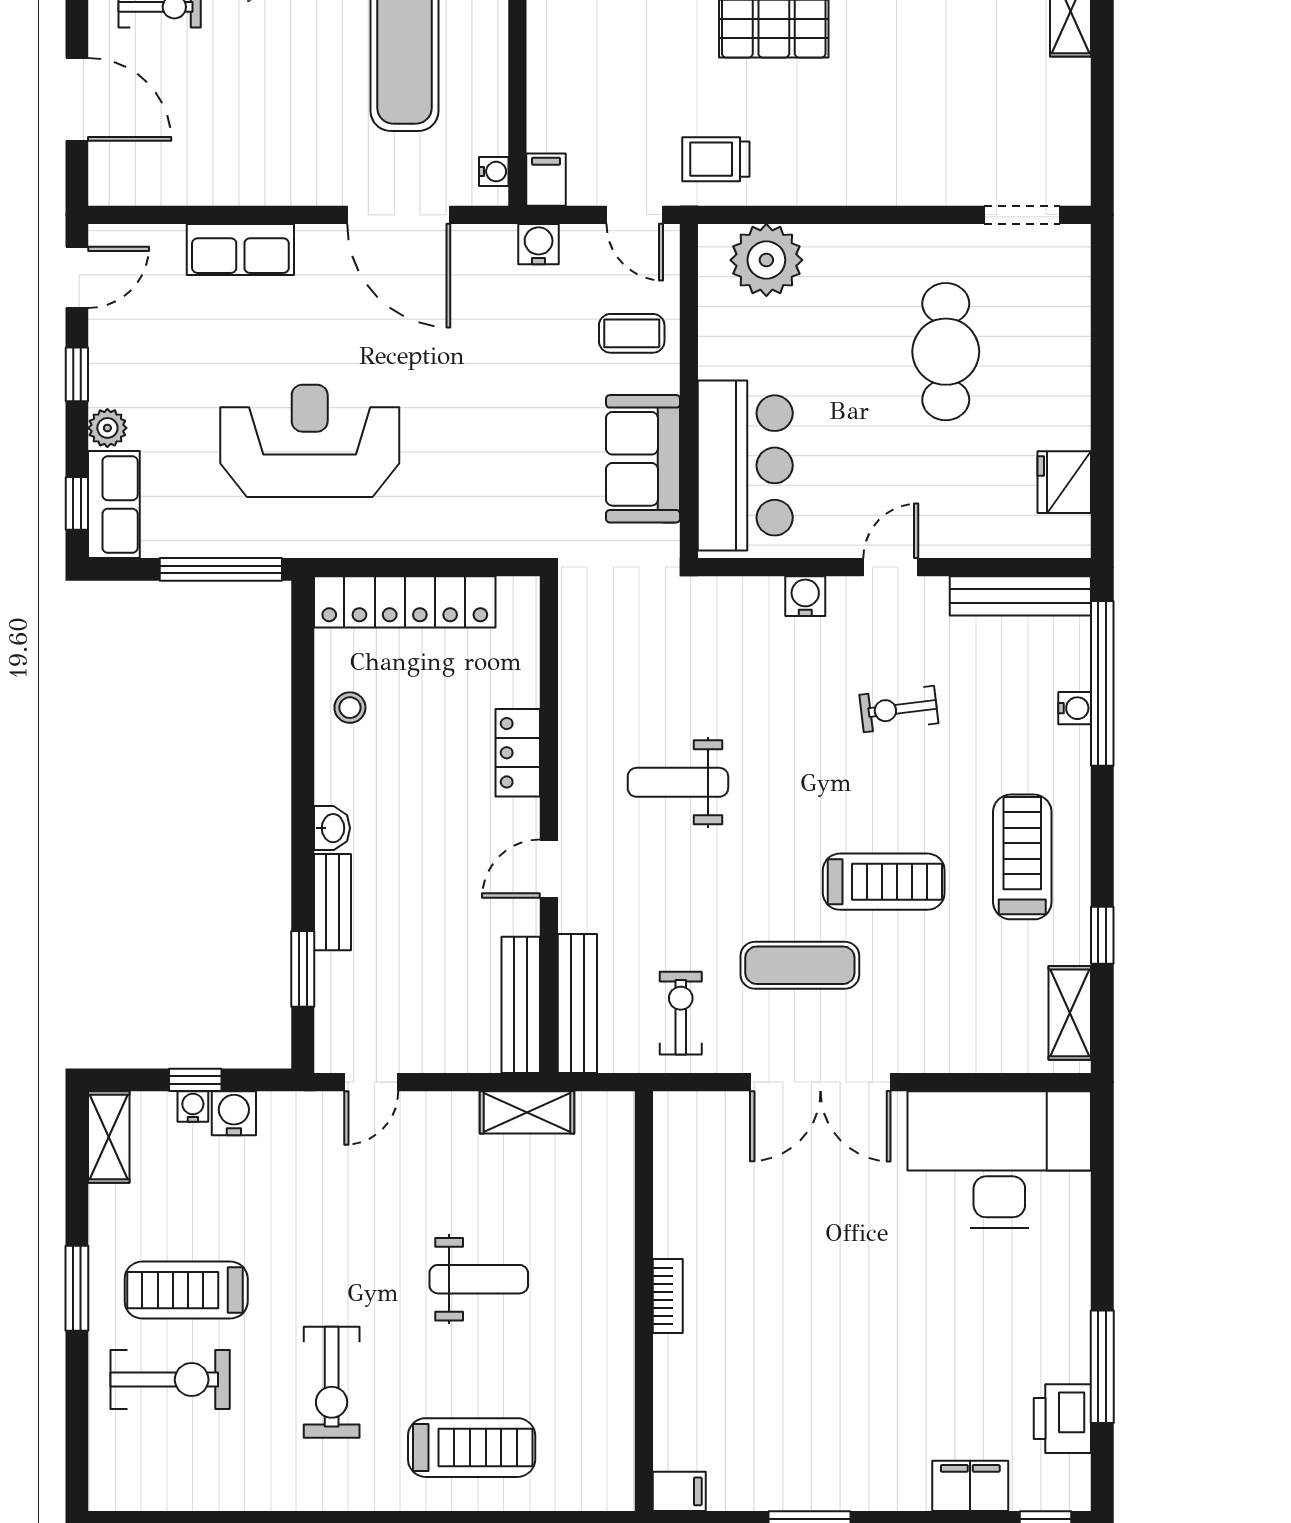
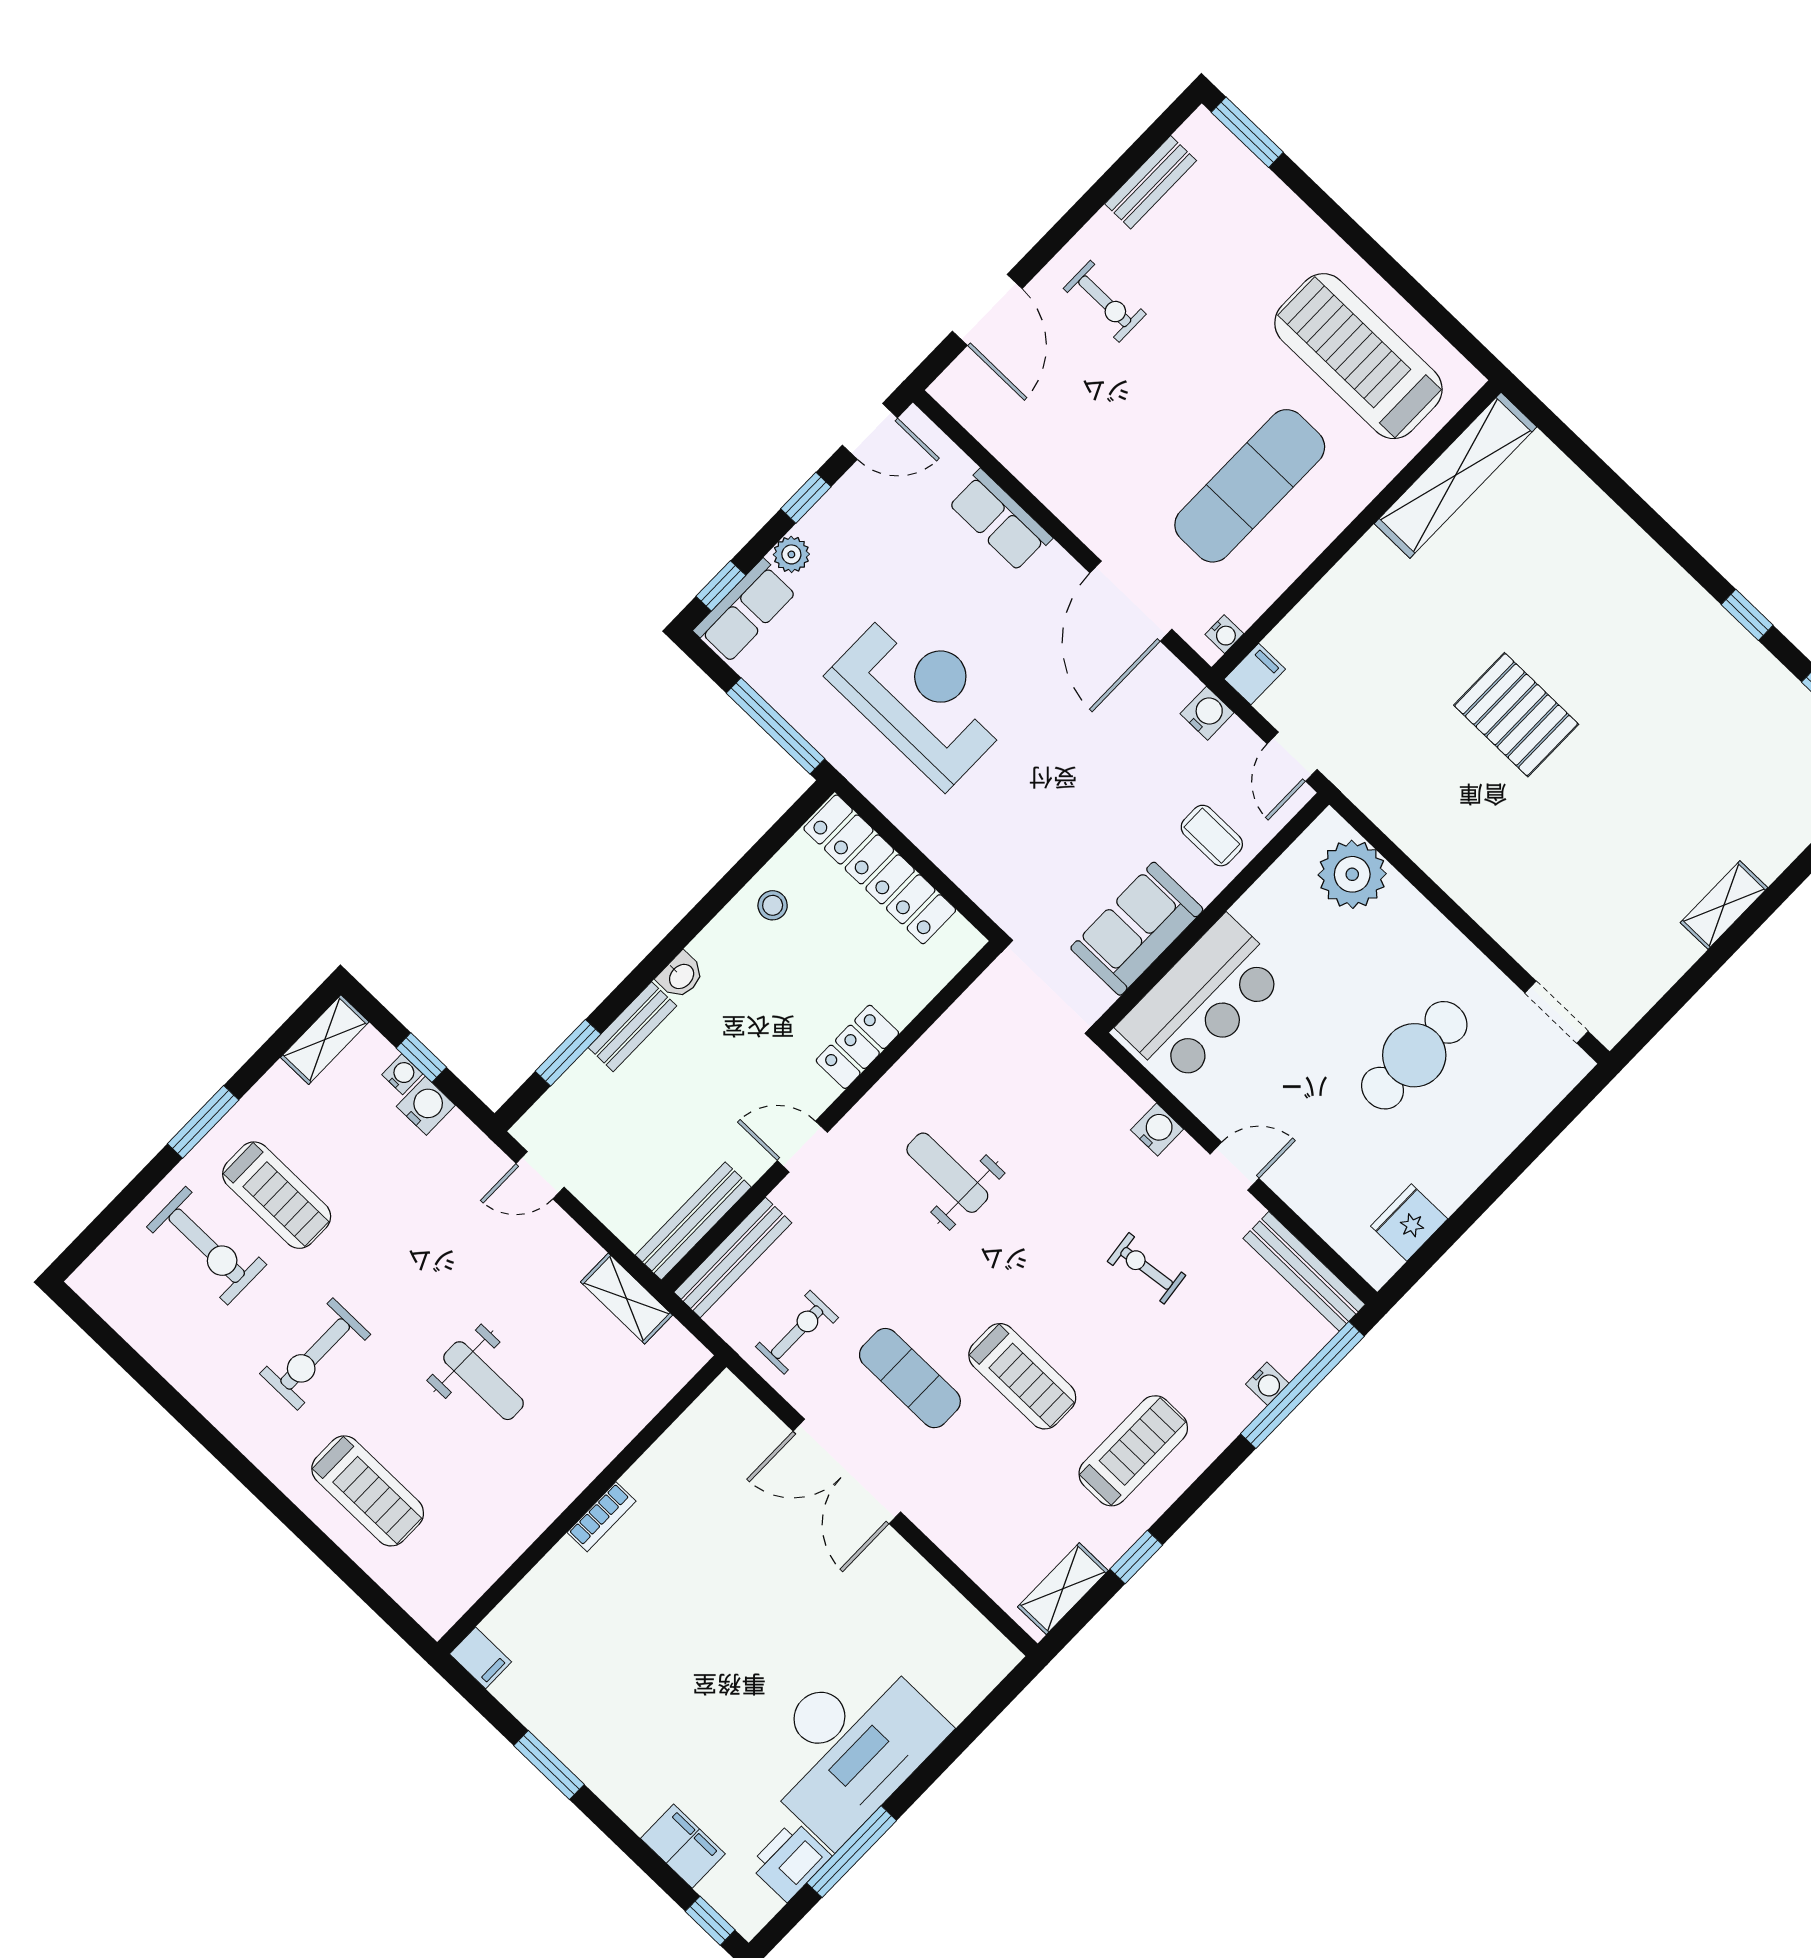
trolley: (716, 159) -> (1384, 772), removed
desk: (999, 1160) -> (848, 1746), moved, turned 90
treadmill: (186, 1290) -> (277, 1195), turned 180

